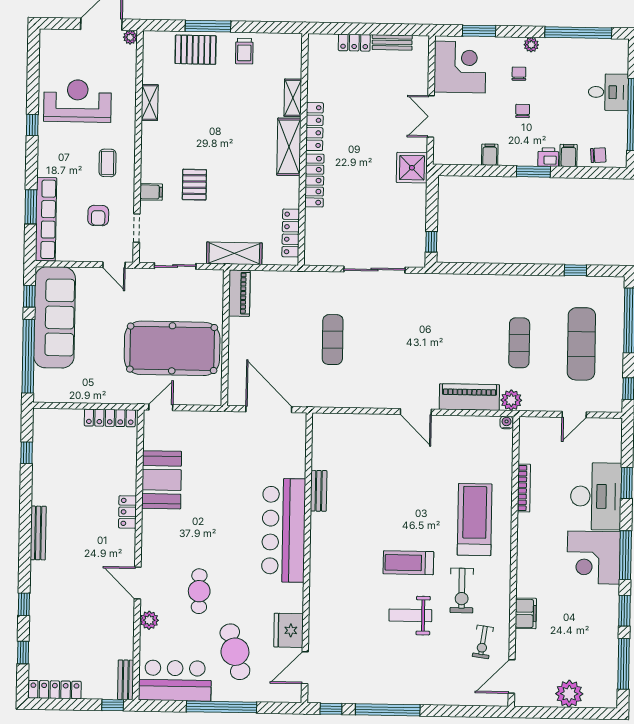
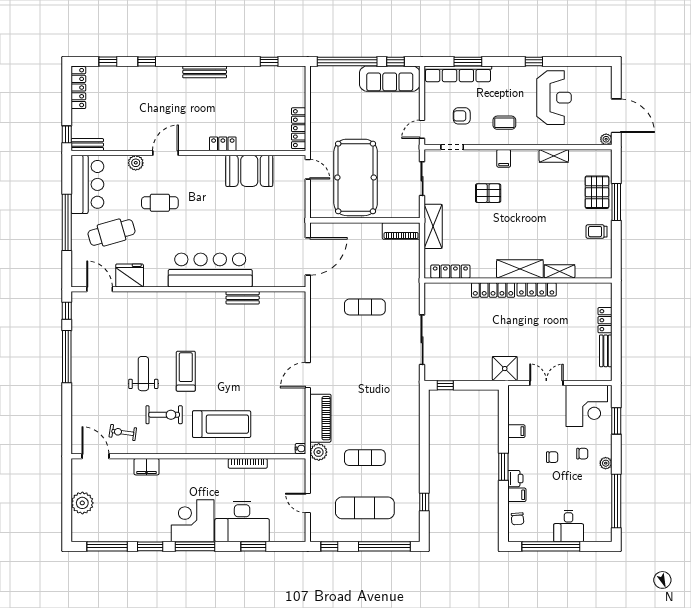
filing cabinet: (151, 192) -> (504, 158), moved
sofa: (54, 317) -> (390, 79), width x0.74, depth x0.79
exercise bike: (462, 591) -> (164, 415), turned 180

